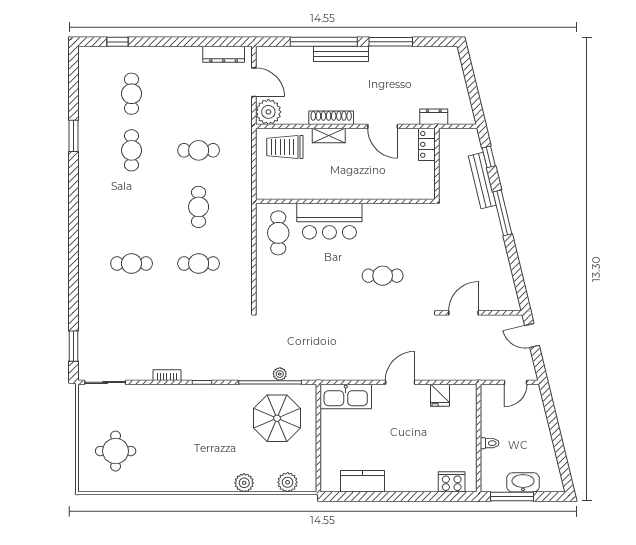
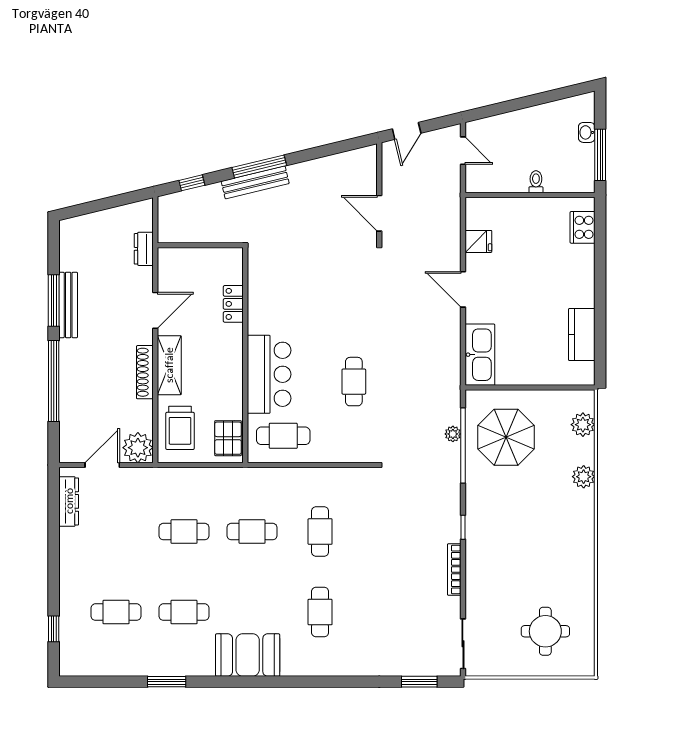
bench: (341, 54) -> (68, 305), moved
shelving: (329, 135) -> (169, 365), width x1.50, depth x1.33
locker: (427, 144) -> (233, 304), moved, turned 90
cafe table: (199, 150) -> (184, 532), turned 90
bench: (482, 181) -> (255, 182), moved
pallet: (276, 187) -> (228, 438), added
booth: (96, 203) -> (248, 655), added
cafe table: (383, 276) -> (354, 382), moved
bookcase: (167, 375) -> (454, 570), width x1.56
washbasin: (523, 482) -> (587, 132), width x0.52, depth x0.69

